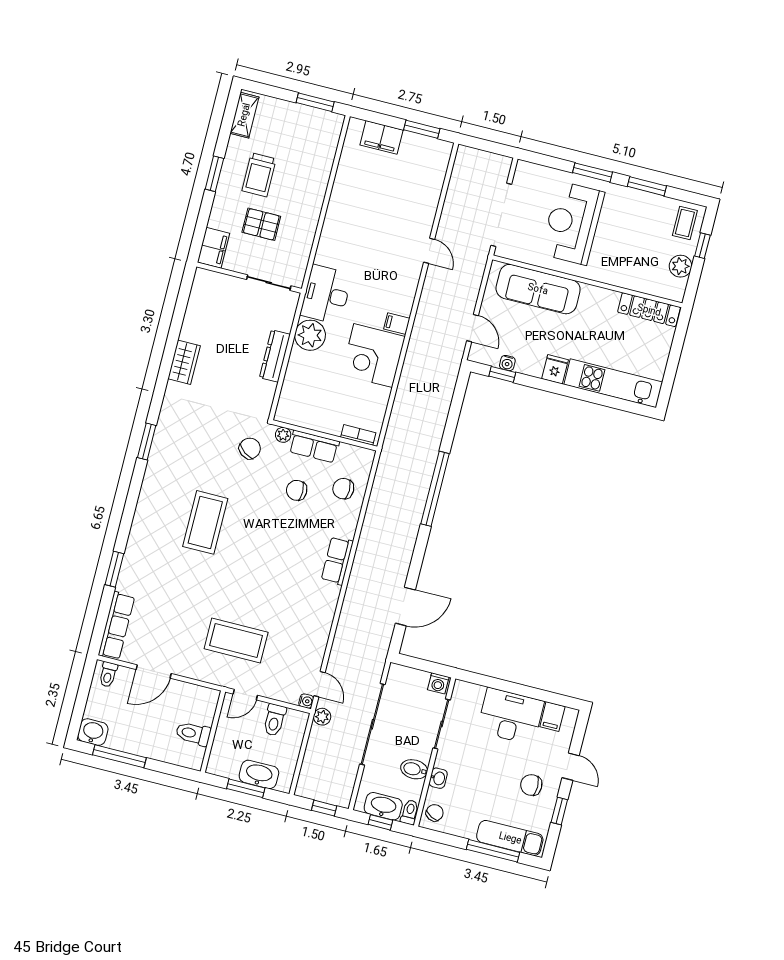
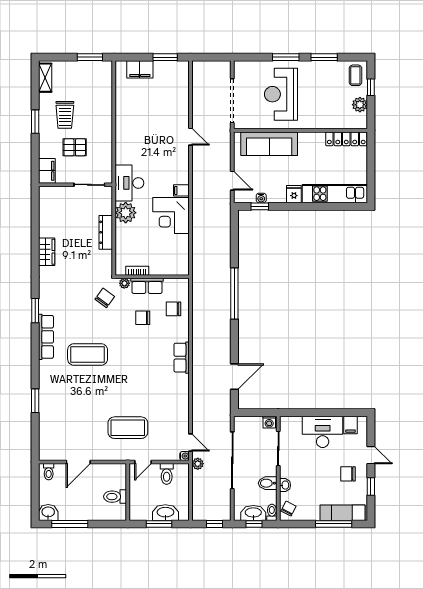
bookcase: (358, 435) -> (137, 271), moved
coffee table: (205, 522) -> (88, 354), turned 90
row of seats: (116, 626) -> (46, 337), moved

